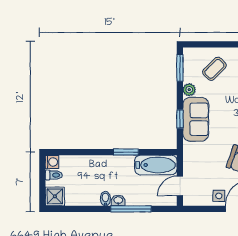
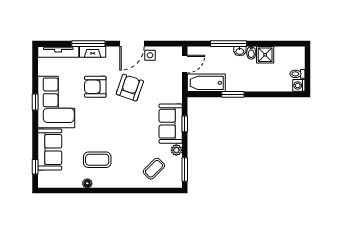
shower: (55, 196) -> (265, 55), moved

